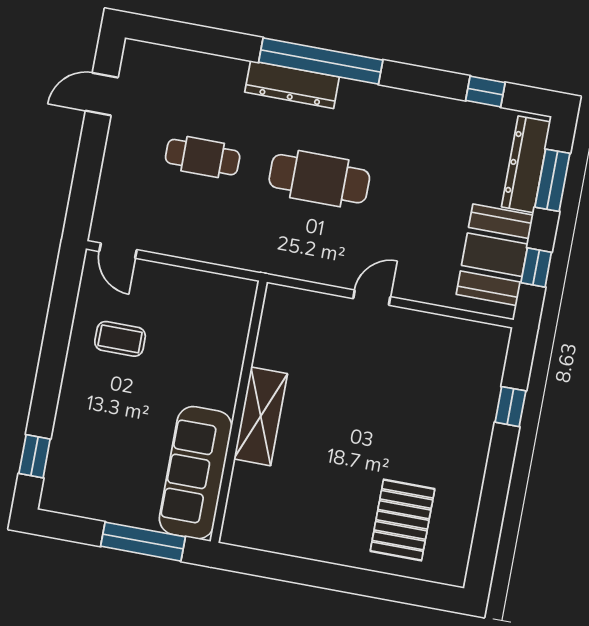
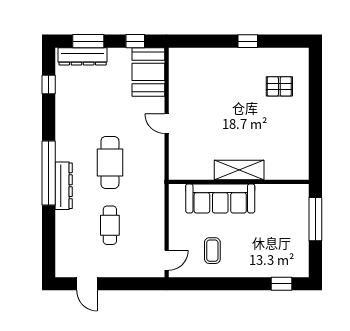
booth: (495, 255) -> (148, 72), moved, turned 90
window: (510, 407) -> (248, 41), moved
sofa: (196, 473) -> (220, 198), moved
pallet: (402, 520) -> (279, 86), width x0.67, depth x0.71

